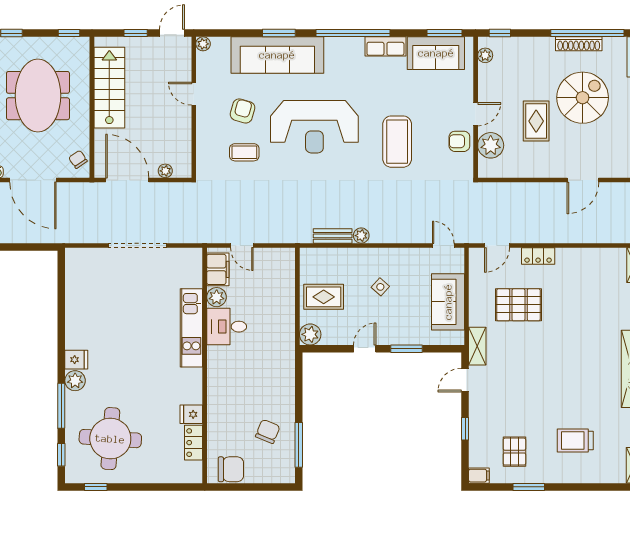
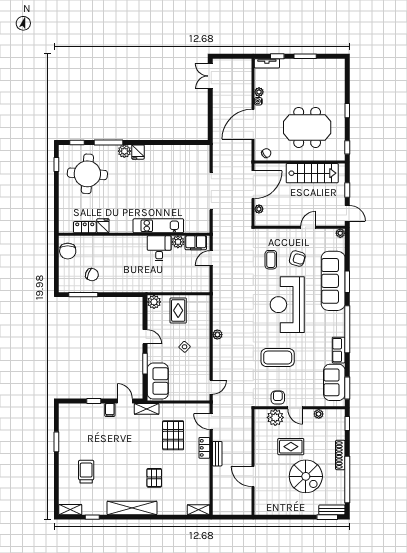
shoe rack: (579, 44) -> (340, 455), moved
plant: (485, 55) -> (319, 414), moved
bench: (333, 236) -> (217, 454), moved
sofa: (448, 302) -> (158, 381), moved, turned 90
pallet: (514, 452) -> (154, 478), moved, turned 90
filing cabinet: (479, 476) -> (110, 410), moved

